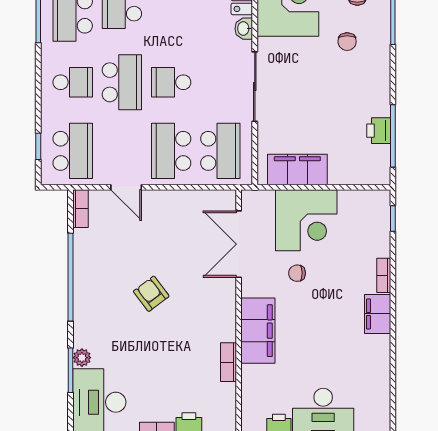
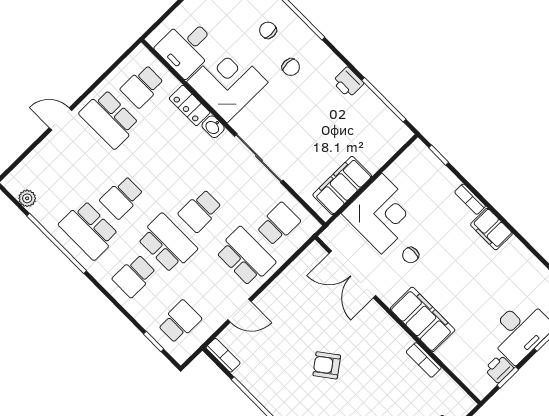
school desk: (73, 82) -> (134, 276), turned 180
printer: (379, 131) -> (348, 82), moved
school desk: (73, 151) -> (180, 322), width x0.54
school desk: (171, 151) -> (245, 257), turned 180
school desk: (220, 151) -> (278, 224), width x0.54

